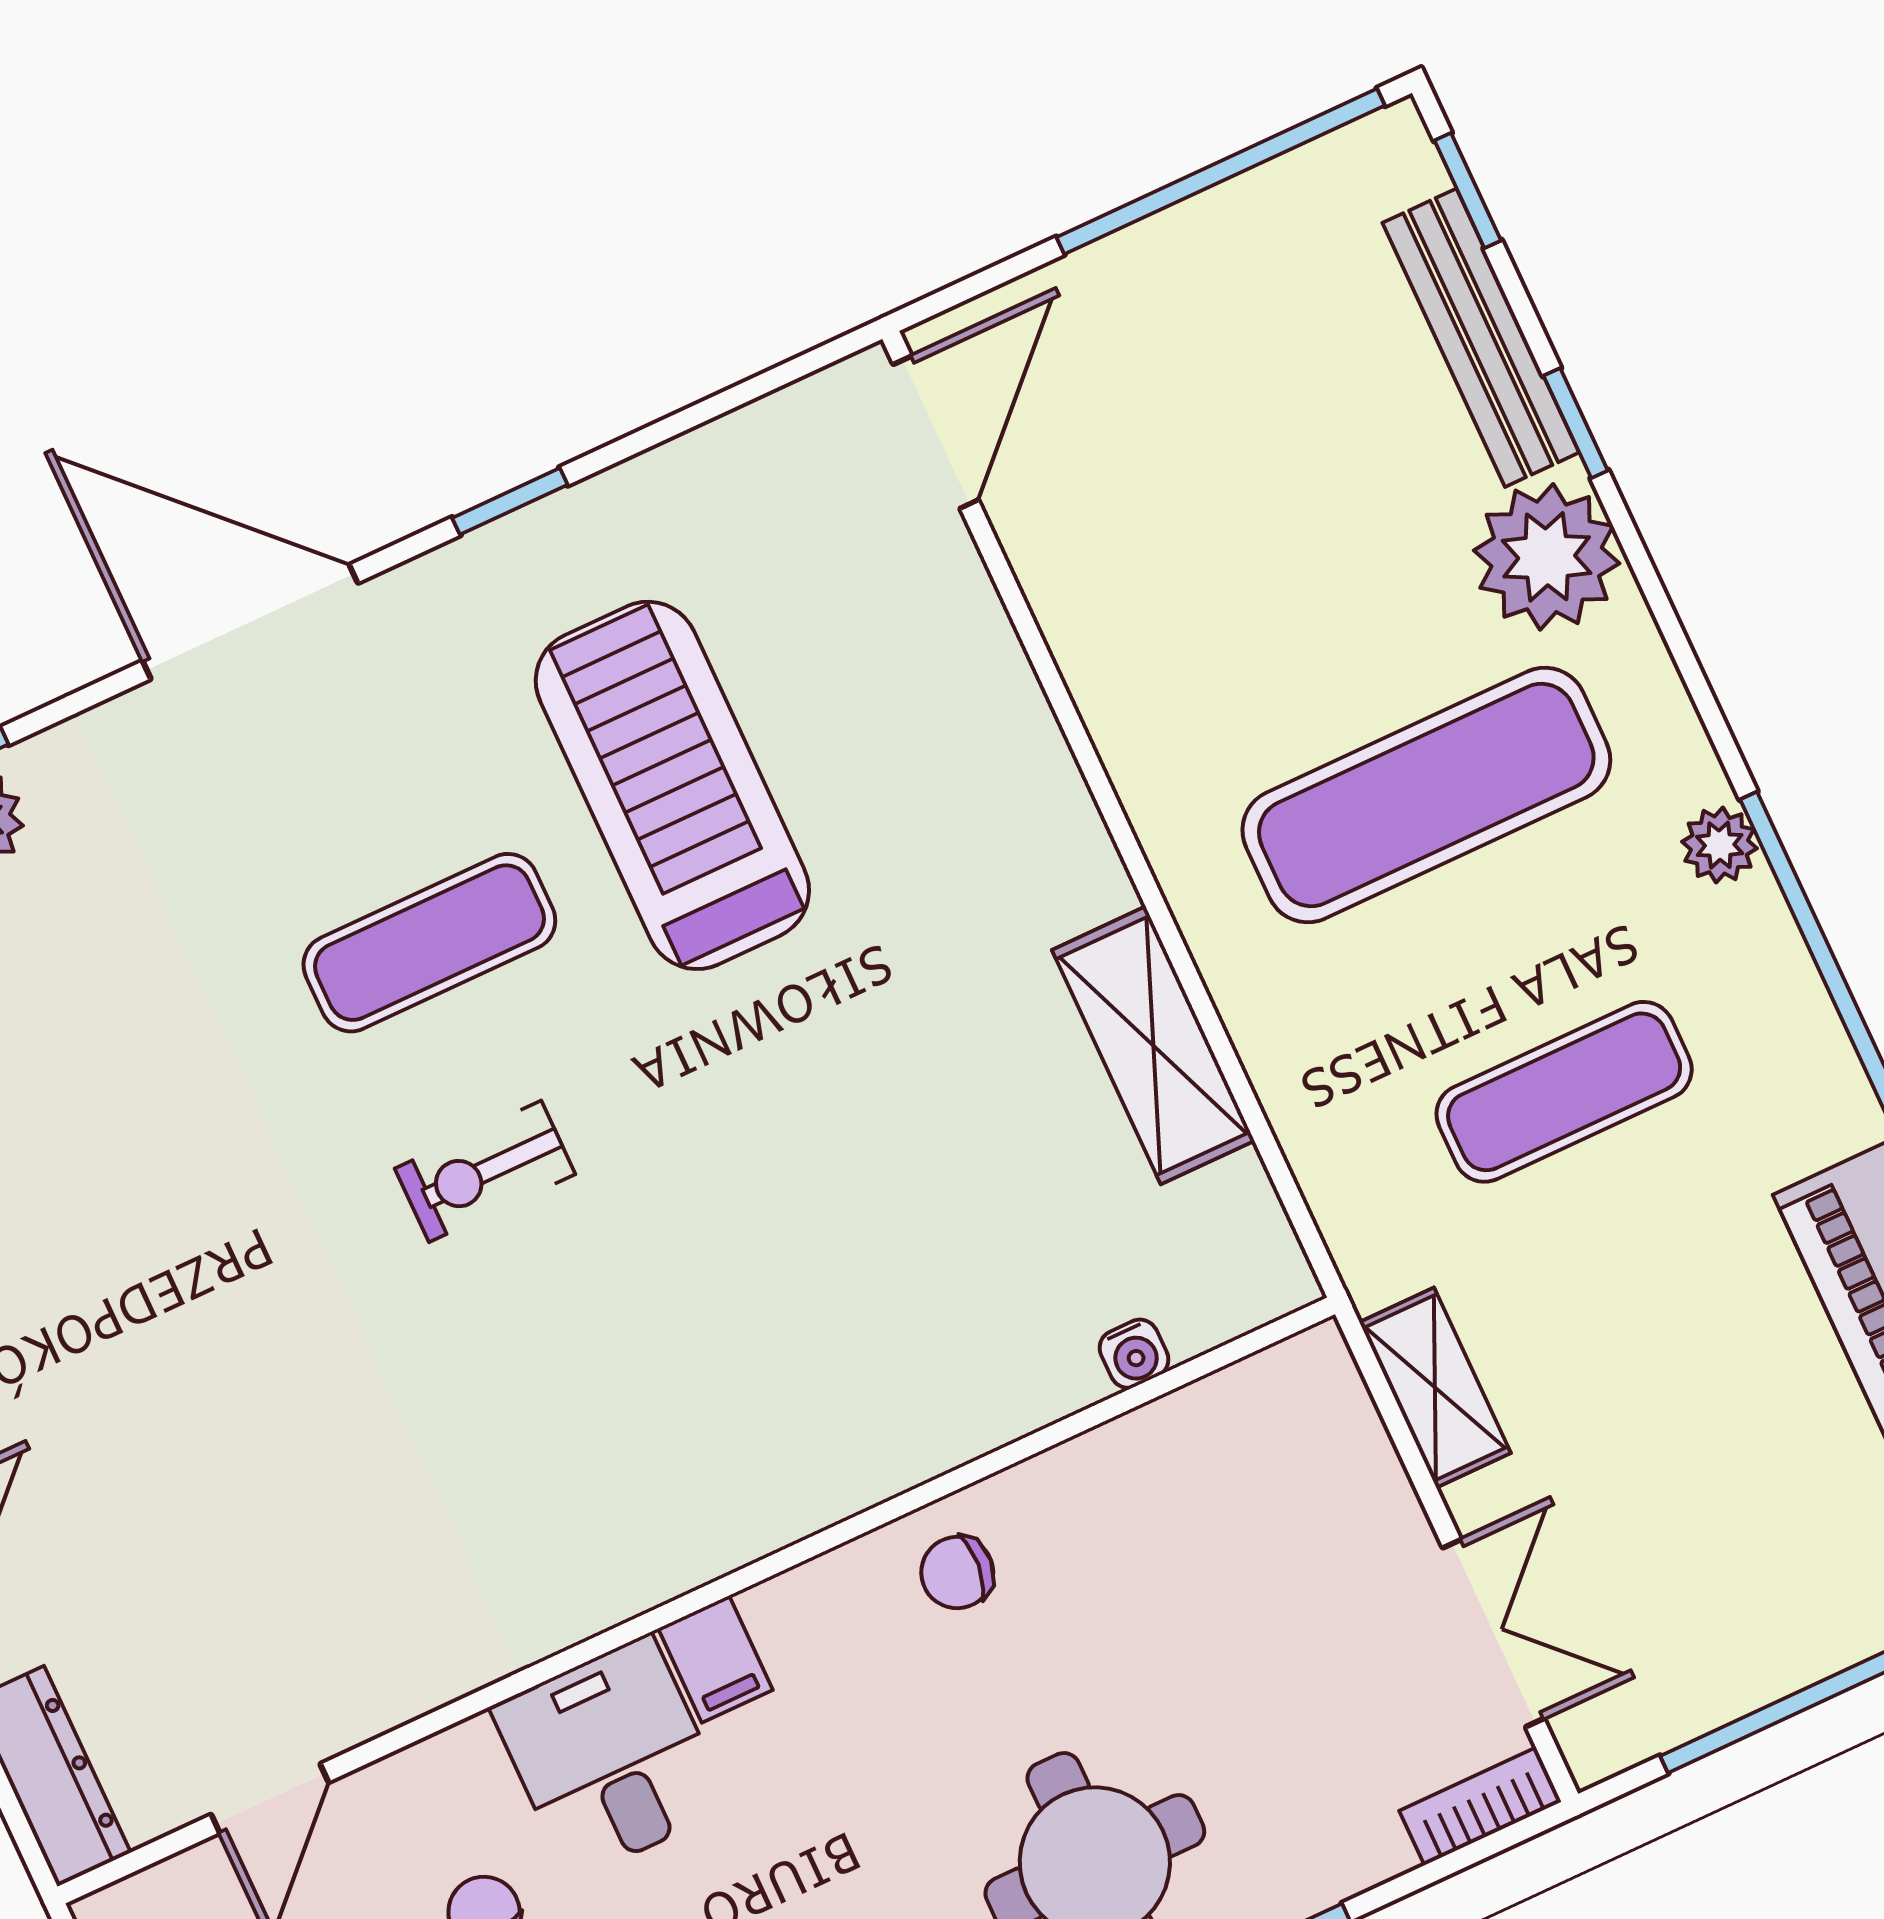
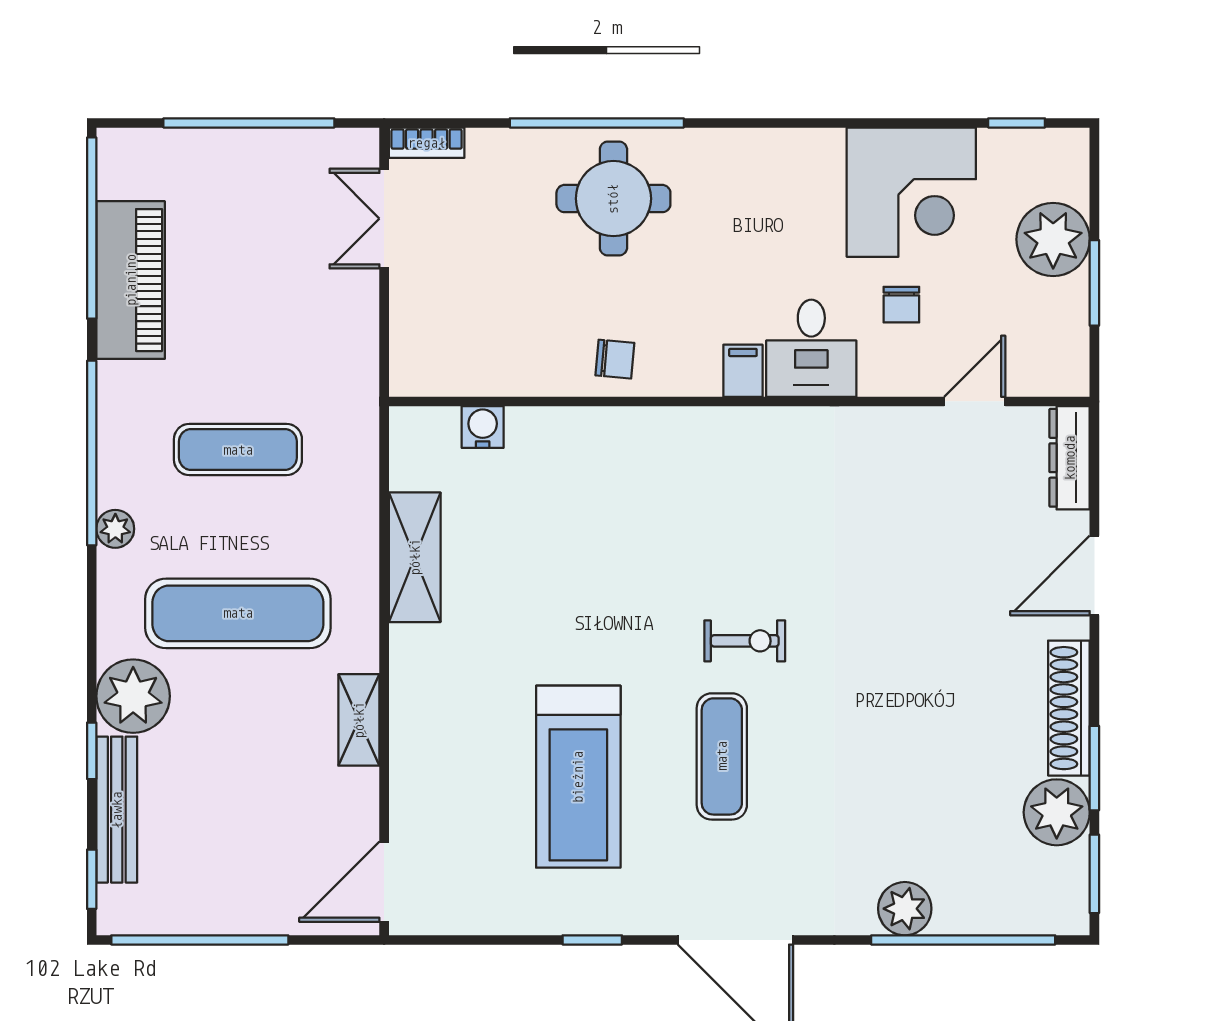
exercise mat: (429, 943) -> (722, 756), turned 90
water cooler: (1134, 1354) -> (483, 427), width x1.38, depth x1.38
shelving: (1435, 1388) -> (359, 720), moved

